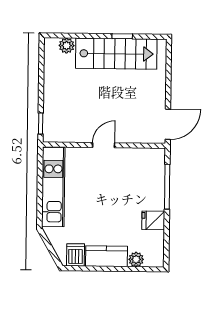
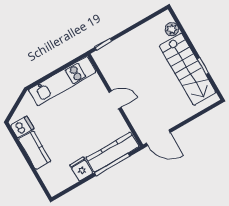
kitchen counter: (155, 179) -> (112, 152), added
plant: (136, 259) -> (45, 173), removed

